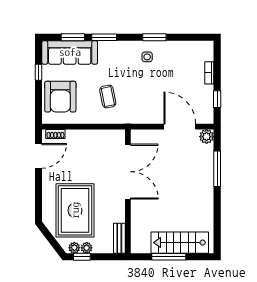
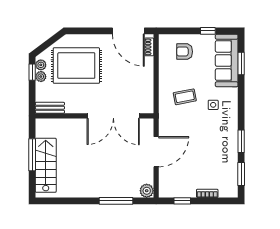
window: (104, 37) -> (241, 174), moved
side table: (147, 57) -> (213, 105), moved
armchair: (60, 97) -> (185, 52), width x0.53, depth x0.53
door: (180, 127) -> (156, 152), moved
door: (39, 156) -> (128, 31), width x1.36

